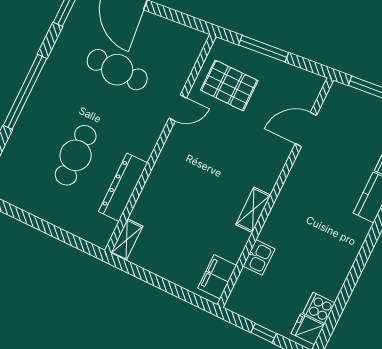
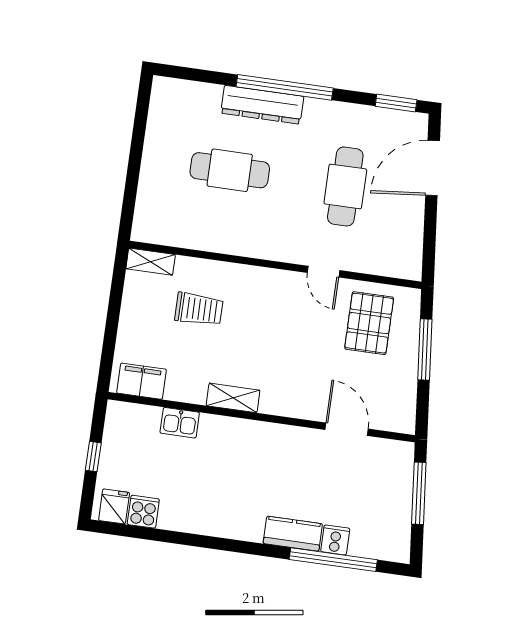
dresser: (123, 187) -> (262, 105), moved, turned 180
trolley: (176, 214) -> (199, 309), added

